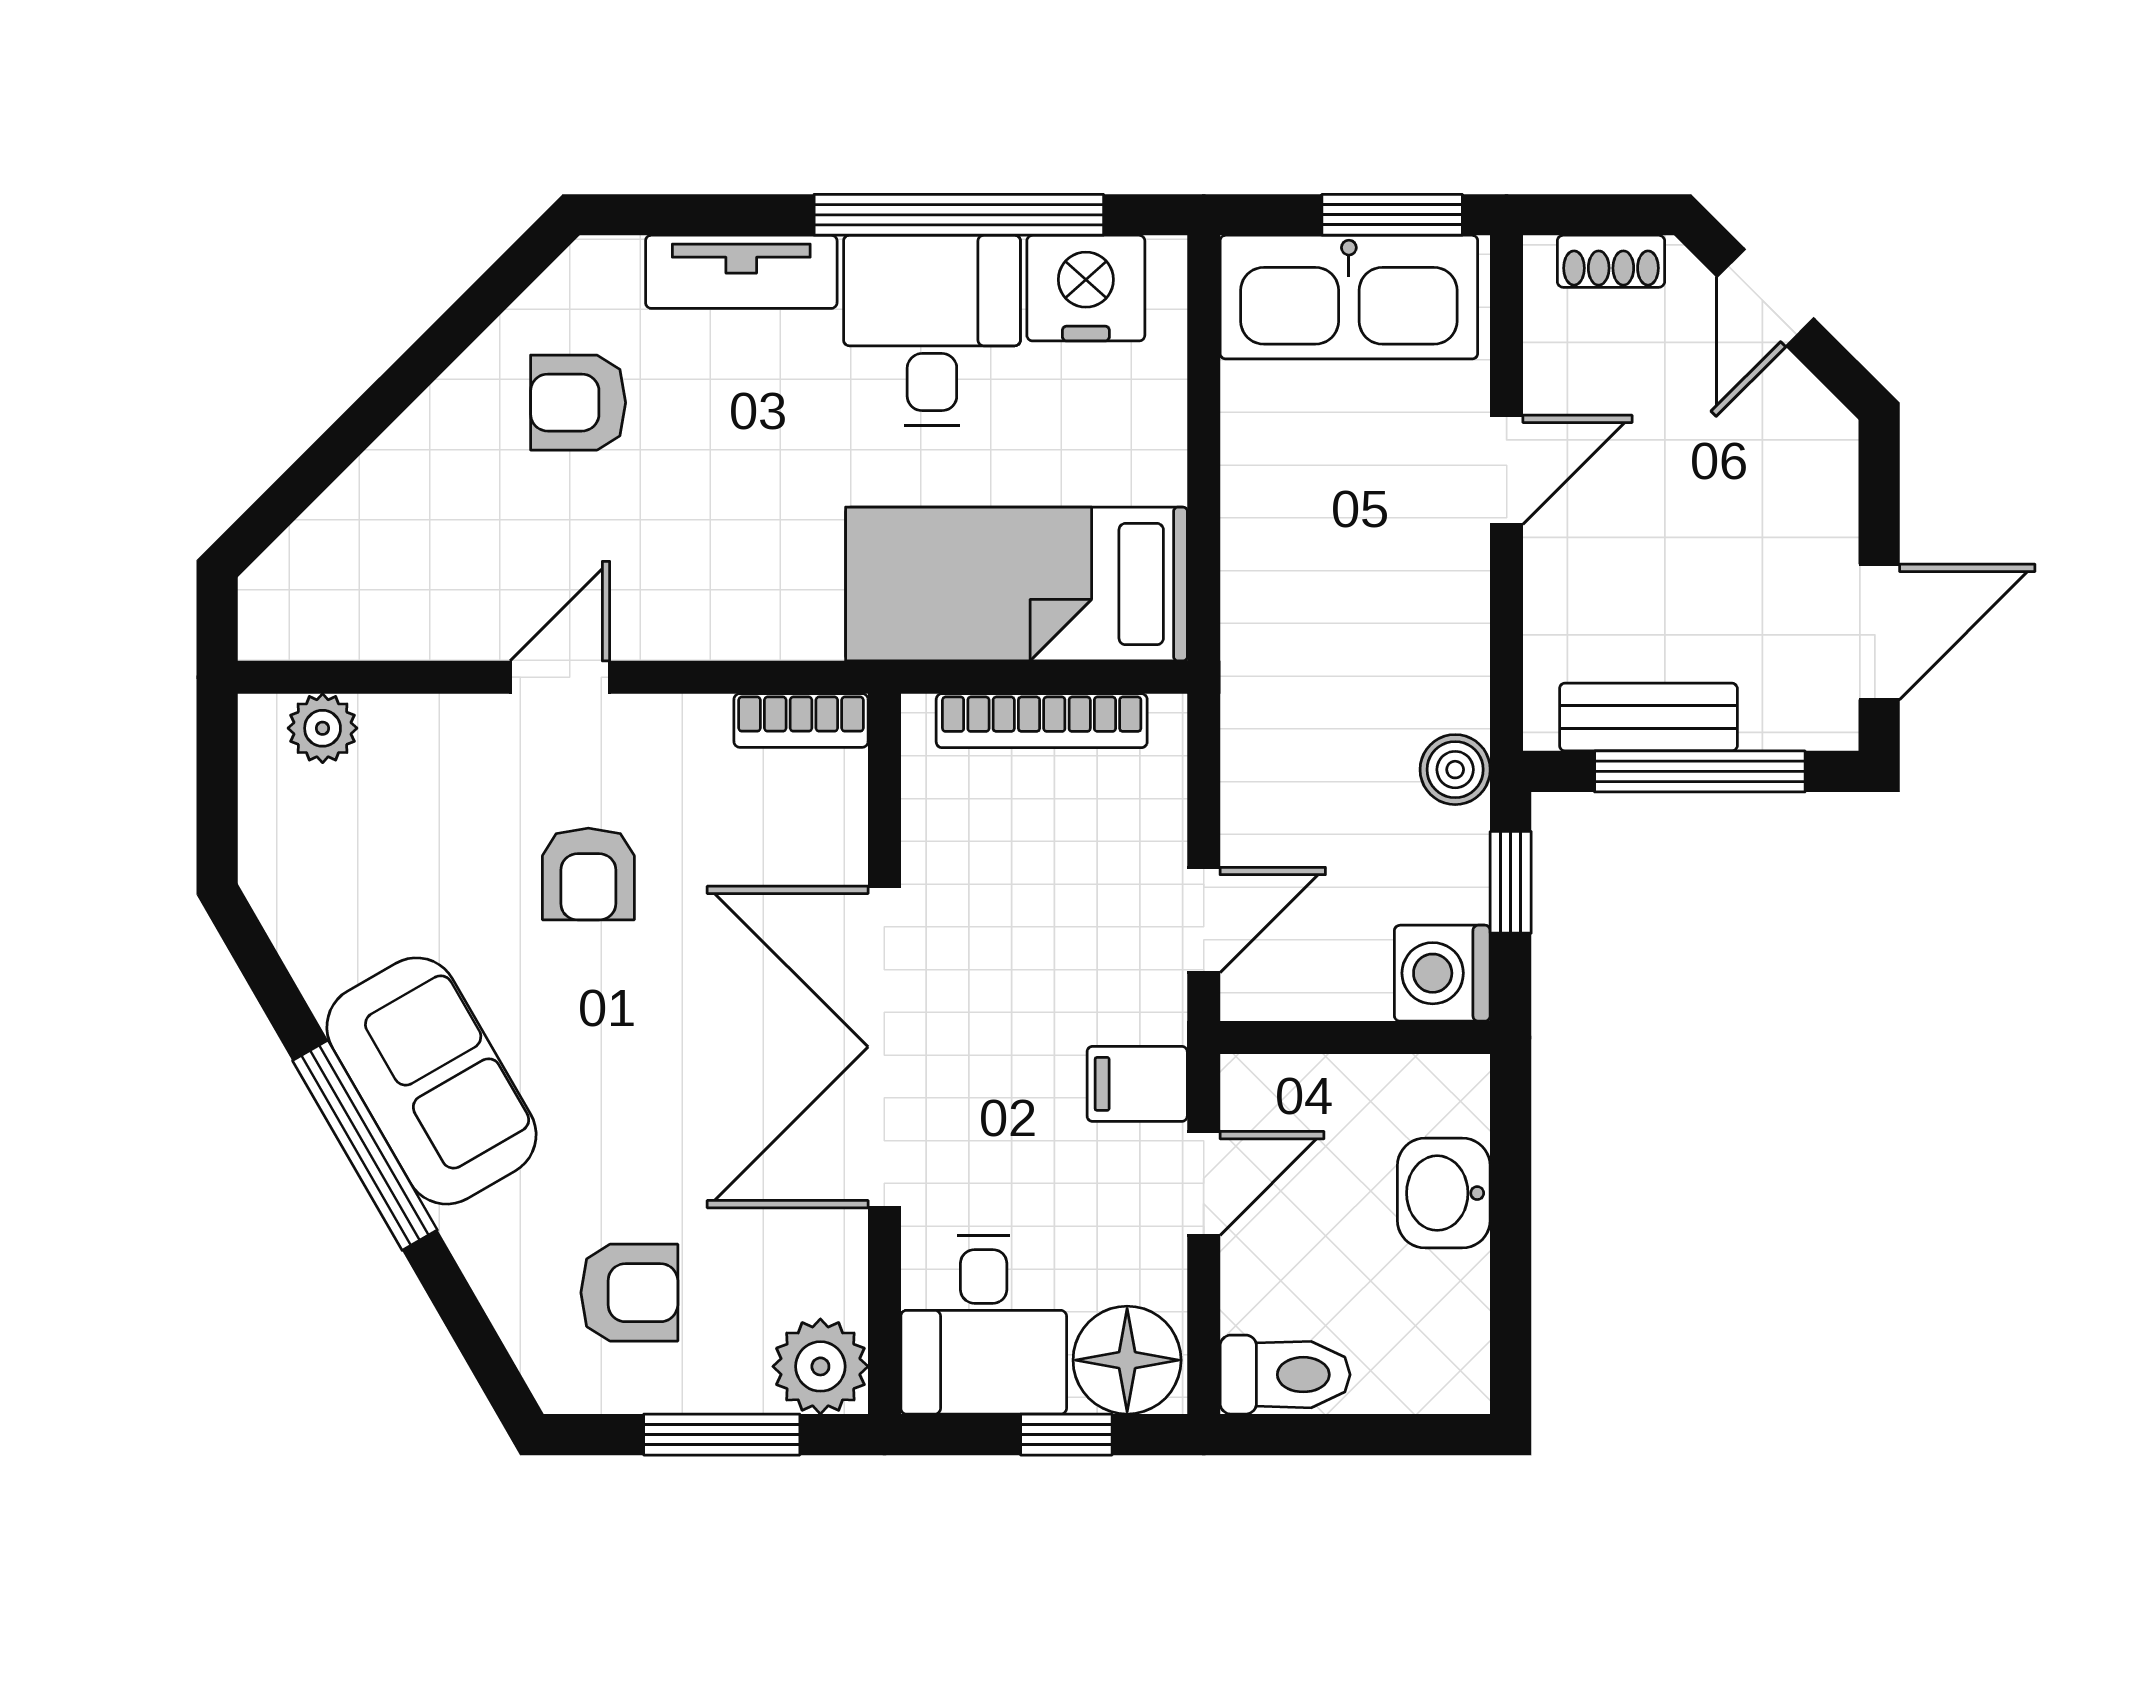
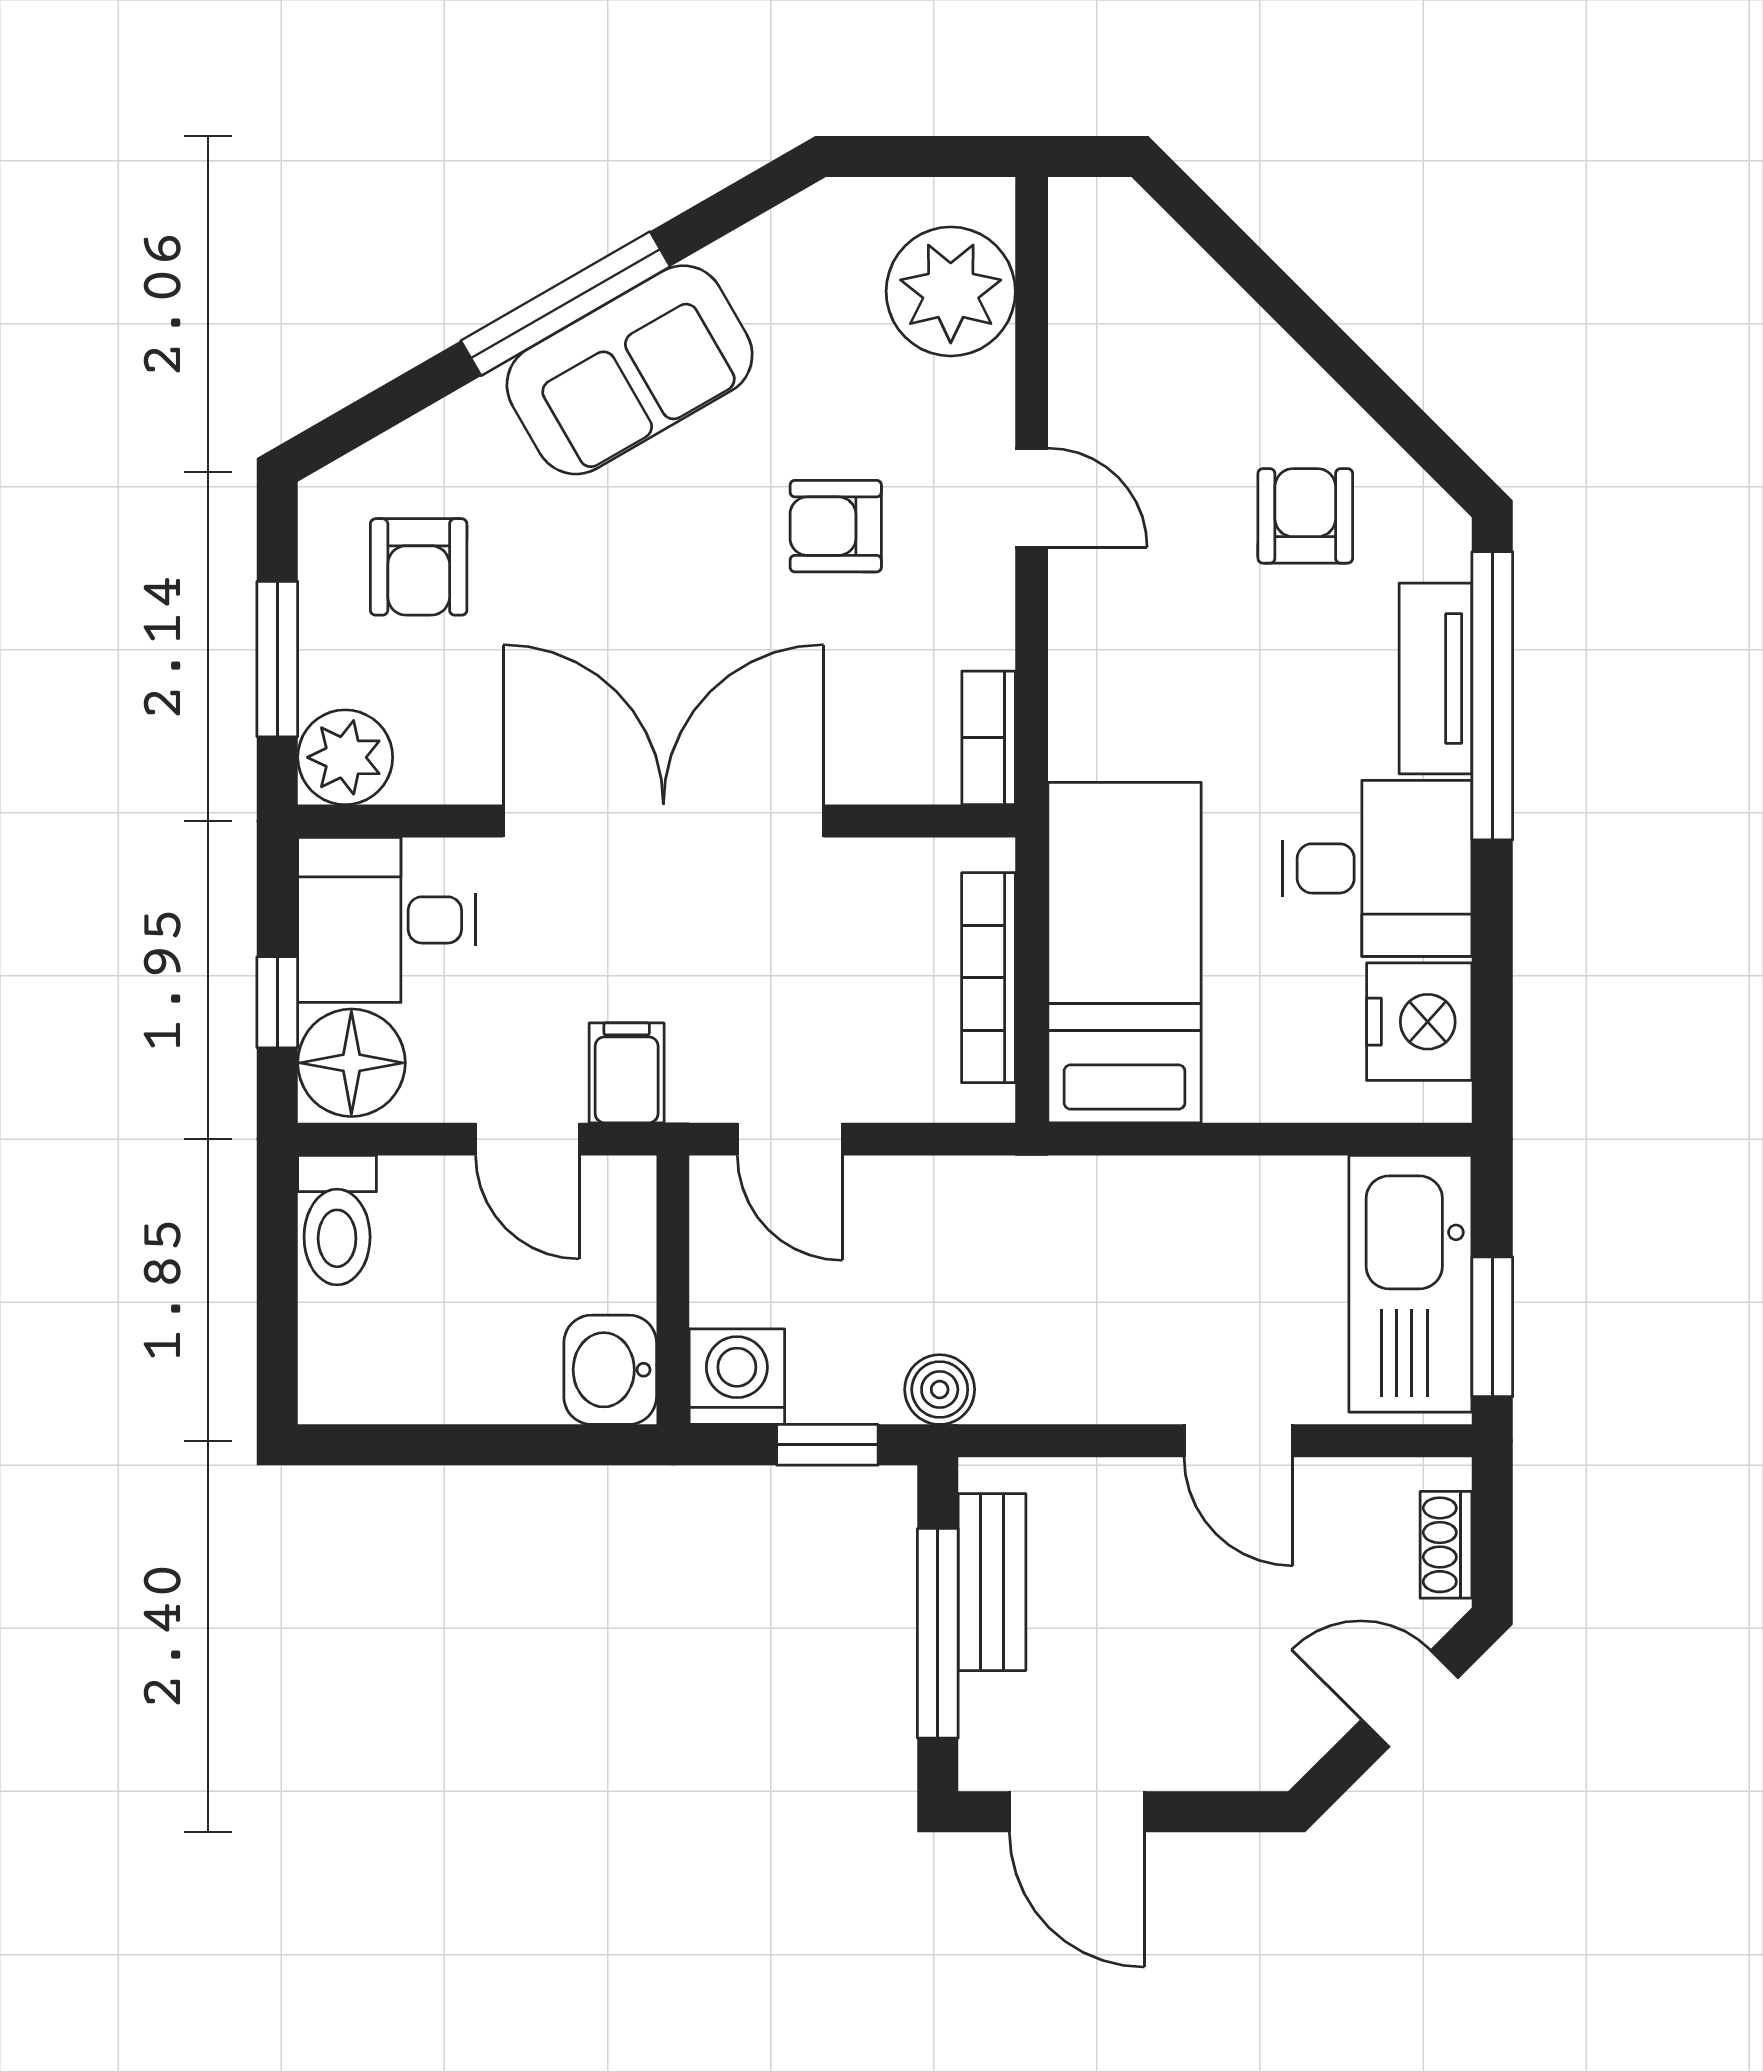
window: (959, 215) -> (1492, 696), moved
plant: (323, 728) -> (951, 291), width x1.87, depth x1.87
washbasin: (1444, 1193) -> (610, 1370), moved, turned -90

